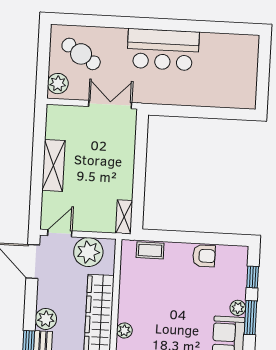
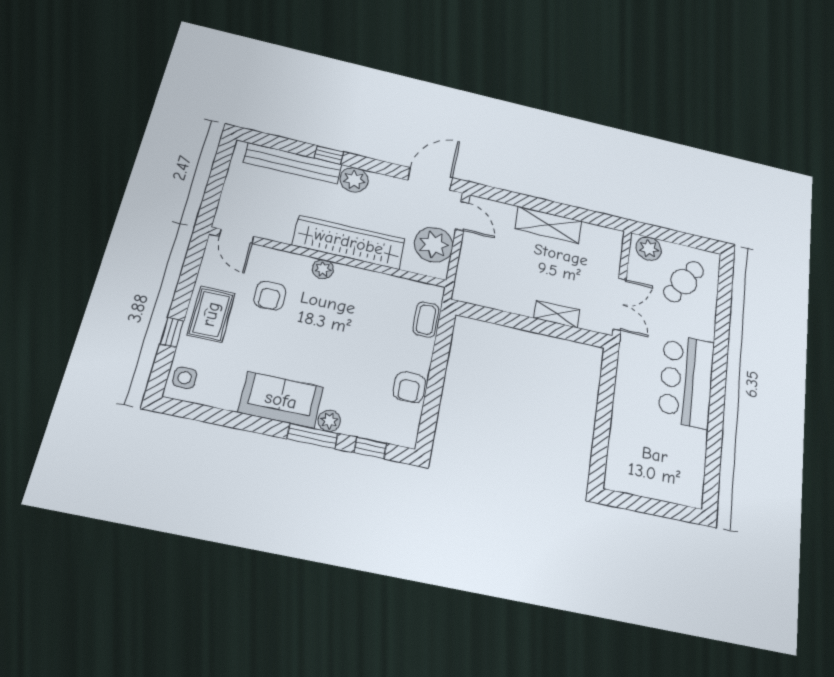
shelving: (124, 217) -> (557, 314), moved

